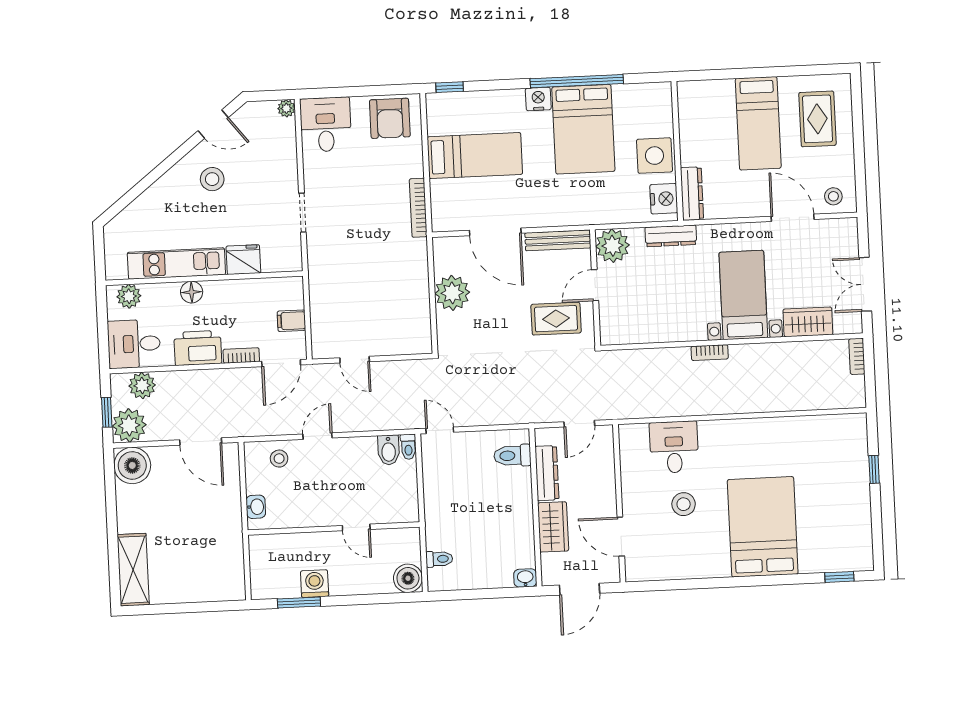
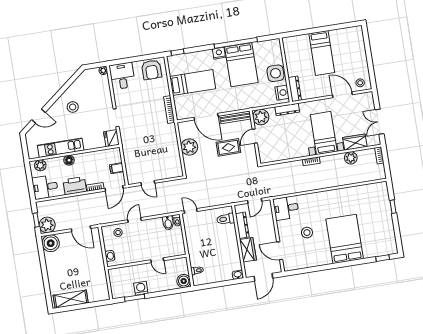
rug: (817, 119) -> (349, 48), removed
door: (213, 124) -> (39, 116), moved
fridge: (243, 260) -> (111, 138), moved, turned -90
rug: (556, 319) -> (228, 147), moved
plant: (142, 386) -> (351, 158), moved
desk: (674, 447) -> (286, 208), moved, turned -90
shelving: (133, 570) -> (71, 299), moved, turned 90

